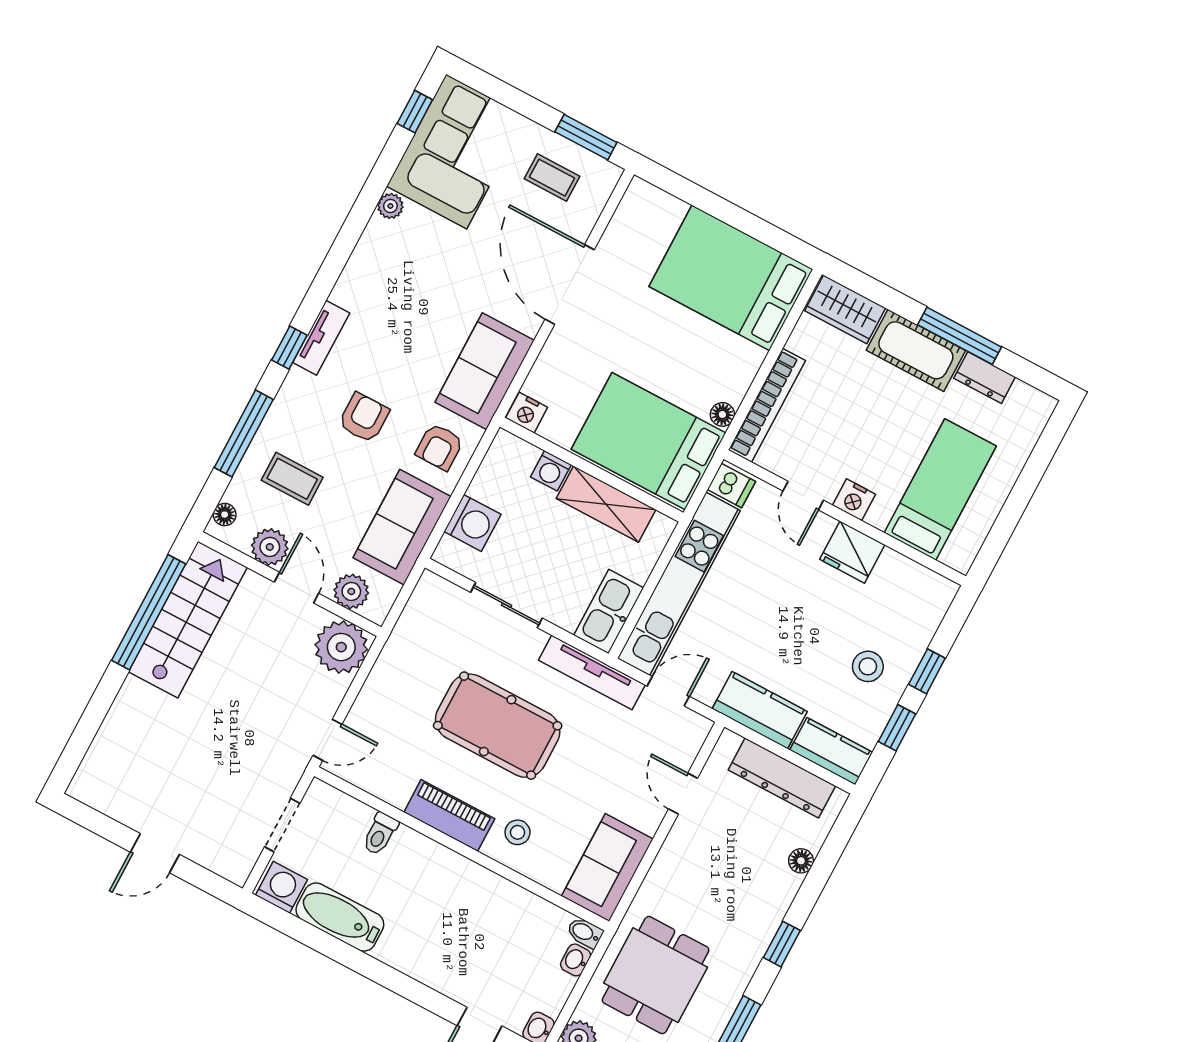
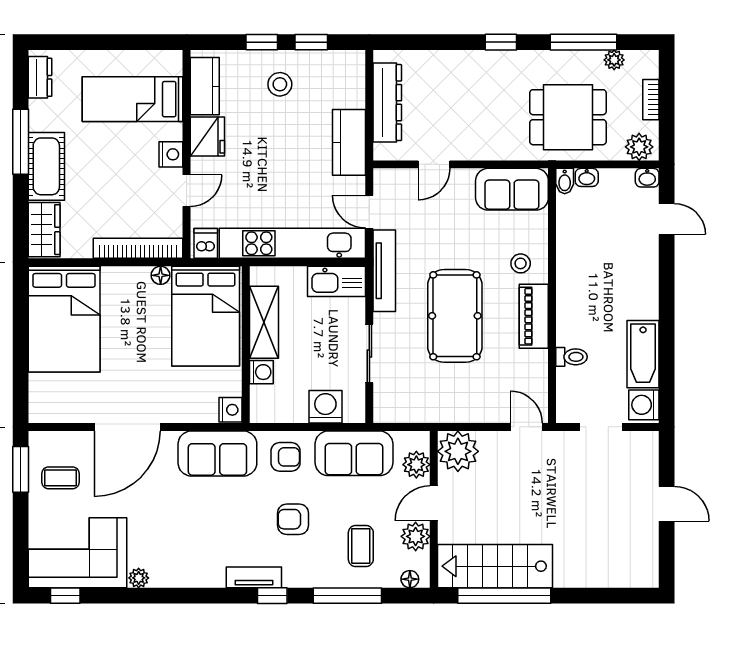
coffee table: (552, 178) -> (60, 478), turned 90
dresser: (985, 378) -> (40, 77), moved
kitchen counter: (831, 751) -> (205, 86), moved, turned 180
floor lamp: (801, 861) -> (437, 59), removed

